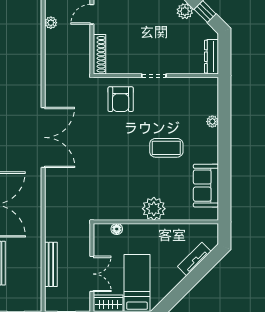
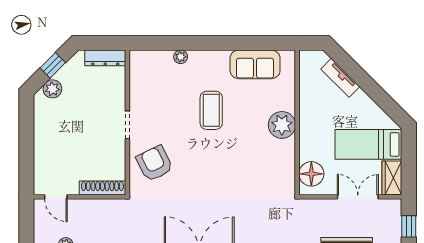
armchair: (121, 99) -> (155, 163), turned -116
floor lamp: (117, 229) -> (311, 174), width x1.89, depth x1.89

